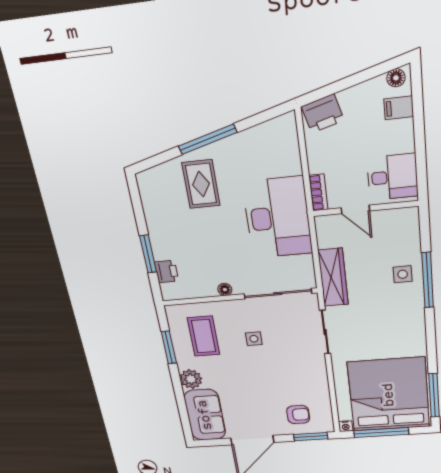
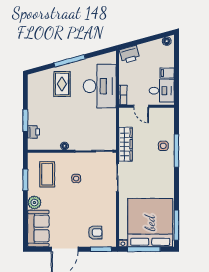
filing cabinet: (399, 108) -> (167, 73), moved
desk: (278, 218) -> (100, 86), moved

